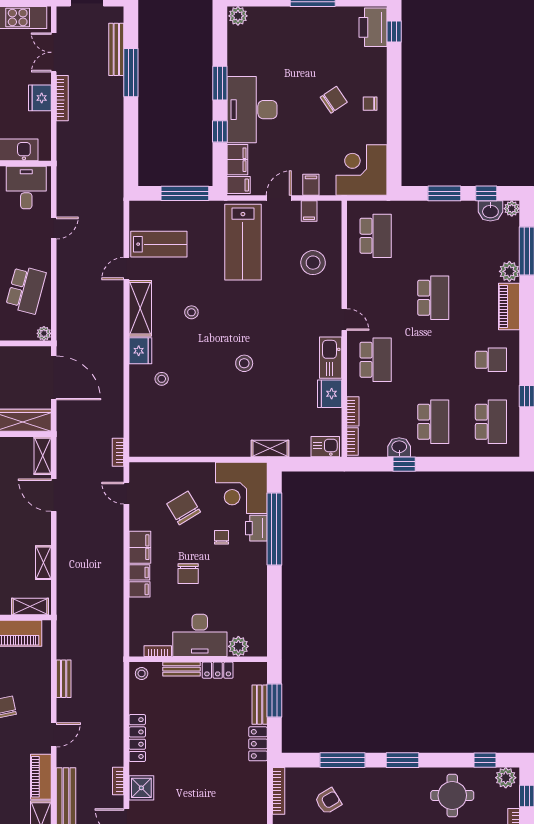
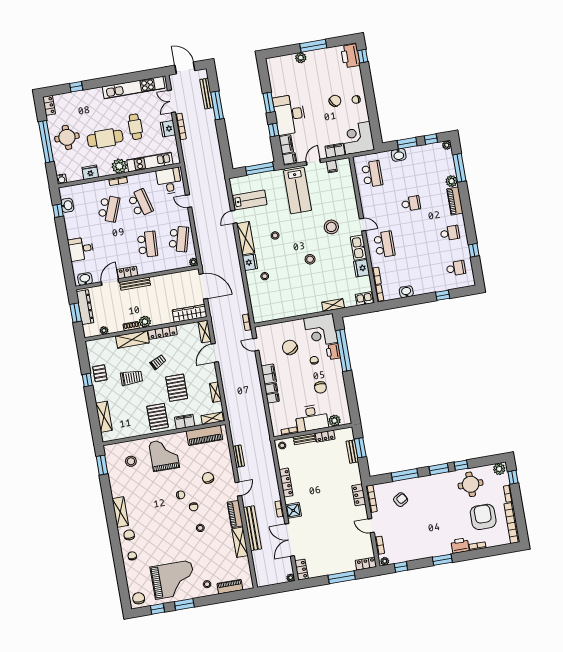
plant: (238, 16) -> (301, 58), moved
filing cabinet: (311, 185) -> (335, 151), width x2.00
washbasin: (490, 211) -> (399, 155), moved
door: (54, 228) -> (189, 201), swing flipped
stool: (313, 263) -> (331, 227), moved
school desk: (433, 298) -> (411, 204), width x0.54
school desk: (433, 422) -> (423, 274), removed
school desk: (491, 422) -> (456, 268), width x0.54
window: (404, 464) -> (443, 295), moved
door: (54, 495) -> (215, 353), hinge flipped
chair: (188, 574) -> (320, 387), moved
locker: (258, 744) -> (359, 495), moved
window: (485, 760) -> (461, 465), moved

